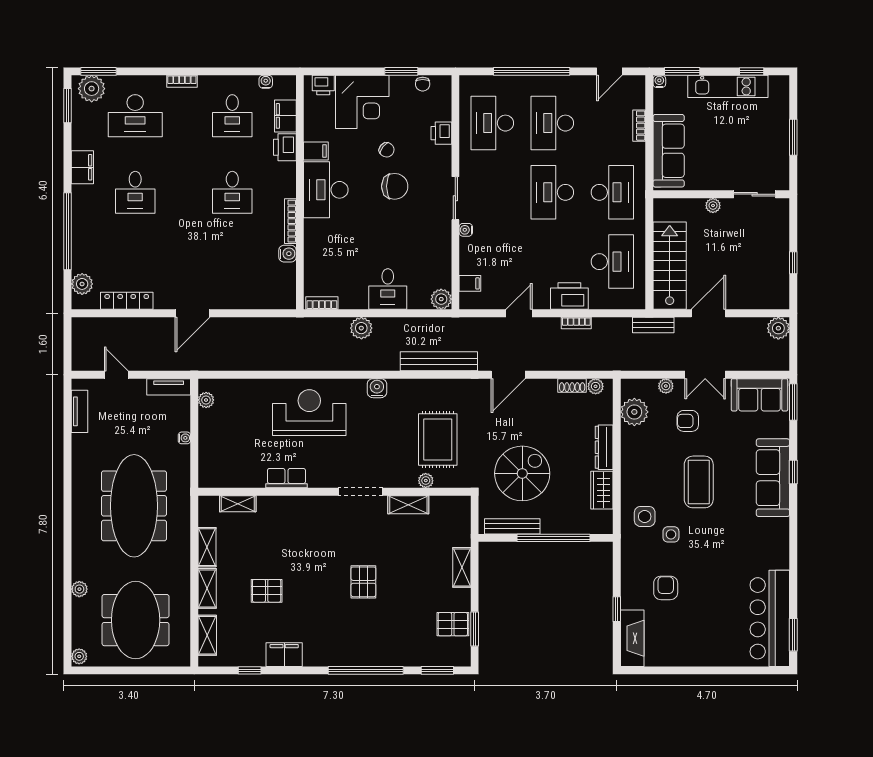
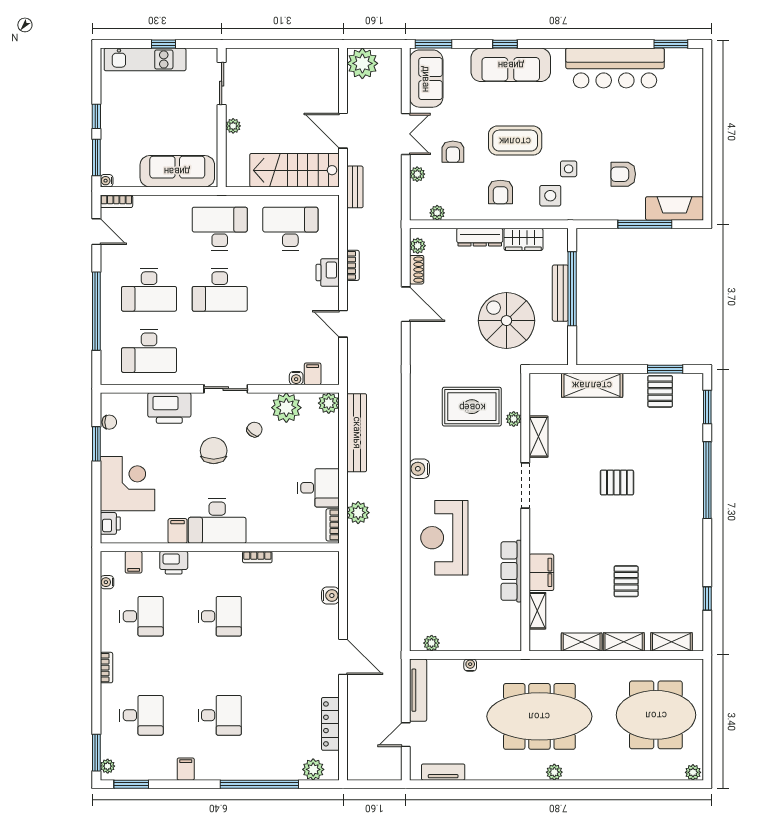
window: (752, 71) -> (96, 116), moved
kitchen unit: (728, 86) -> (145, 59), moved, turned 90
plant: (92, 89) -> (108, 766), width x0.53, depth x0.53
desk: (135, 116) -> (142, 715), width x0.73
filing cabinet: (285, 116) -> (134, 562), width x0.50
bookcase: (639, 126) -> (116, 201), moved
printer: (441, 133) -> (169, 408), width x1.87, depth x1.48
window: (793, 137) -> (164, 44), width x0.67
chair: (387, 150) -> (254, 430), moved
filing cabinet: (82, 167) -> (186, 769), width x0.50
bookcase: (290, 221) -> (257, 557), width x0.64
water cooler: (466, 230) -> (296, 378), moved
water cooler: (288, 254) -> (330, 596), moved, turned 90
plant: (437, 258) -> (286, 408), added
window: (793, 263) -> (292, 44), removed
desk: (388, 289) -> (318, 488), moved
printer: (569, 296) -> (328, 272), width x0.73, depth x0.84
plant: (361, 328) -> (358, 513), moved
plant: (778, 328) -> (362, 63), width x1.36, depth x1.36
bench: (439, 361) -> (357, 433), moved
door: (508, 375) -> (406, 304), moved
tv unit: (169, 387) -> (418, 690), width x1.41
plant: (634, 412) -> (437, 213), width x0.53, depth x0.53
armchair: (648, 468) -> (500, 192), added
row of seats: (286, 478) -> (511, 571), width x1.48
bench: (512, 526) -> (560, 293), moved
shelving: (462, 567) -> (592, 385), width x1.50, depth x1.33
plant: (79, 589) -> (554, 772), moved
window: (617, 609) -> (645, 224), width x2.17
bar counter: (770, 618) -> (615, 68), moved
filing cabinet: (284, 655) -> (541, 572), moved, turned 180

